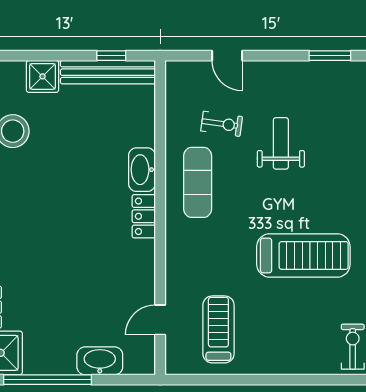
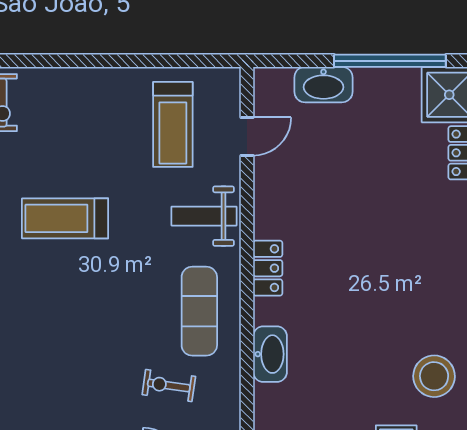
weight bench: (281, 143) -> (204, 216), moved, turned 90
washbasin: (142, 170) -> (270, 354), moved
treadmill: (303, 255) -> (65, 218), width x0.73, depth x0.73

